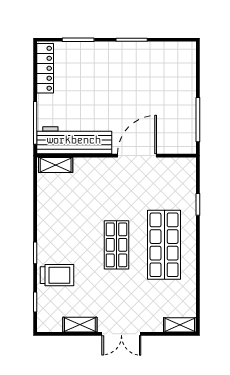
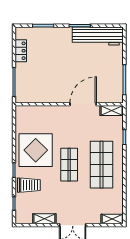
locker: (45, 68) -> (21, 51), width x0.66
workbench: (74, 140) -> (98, 36), moved, turned 180
shelving: (56, 165) -> (112, 111), moved
display table: (67, 224) -> (36, 150), added

